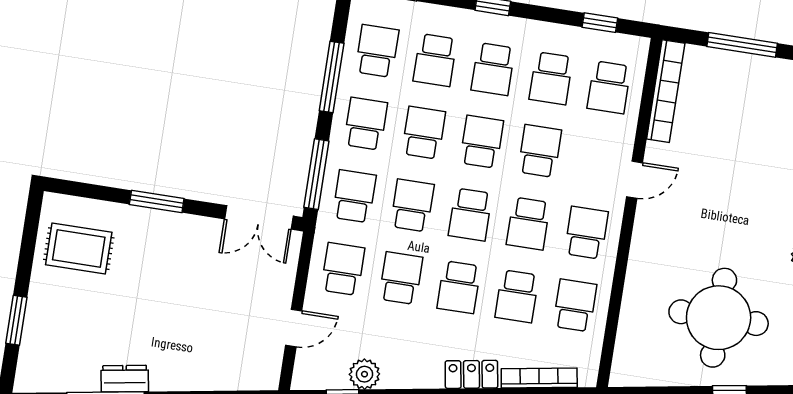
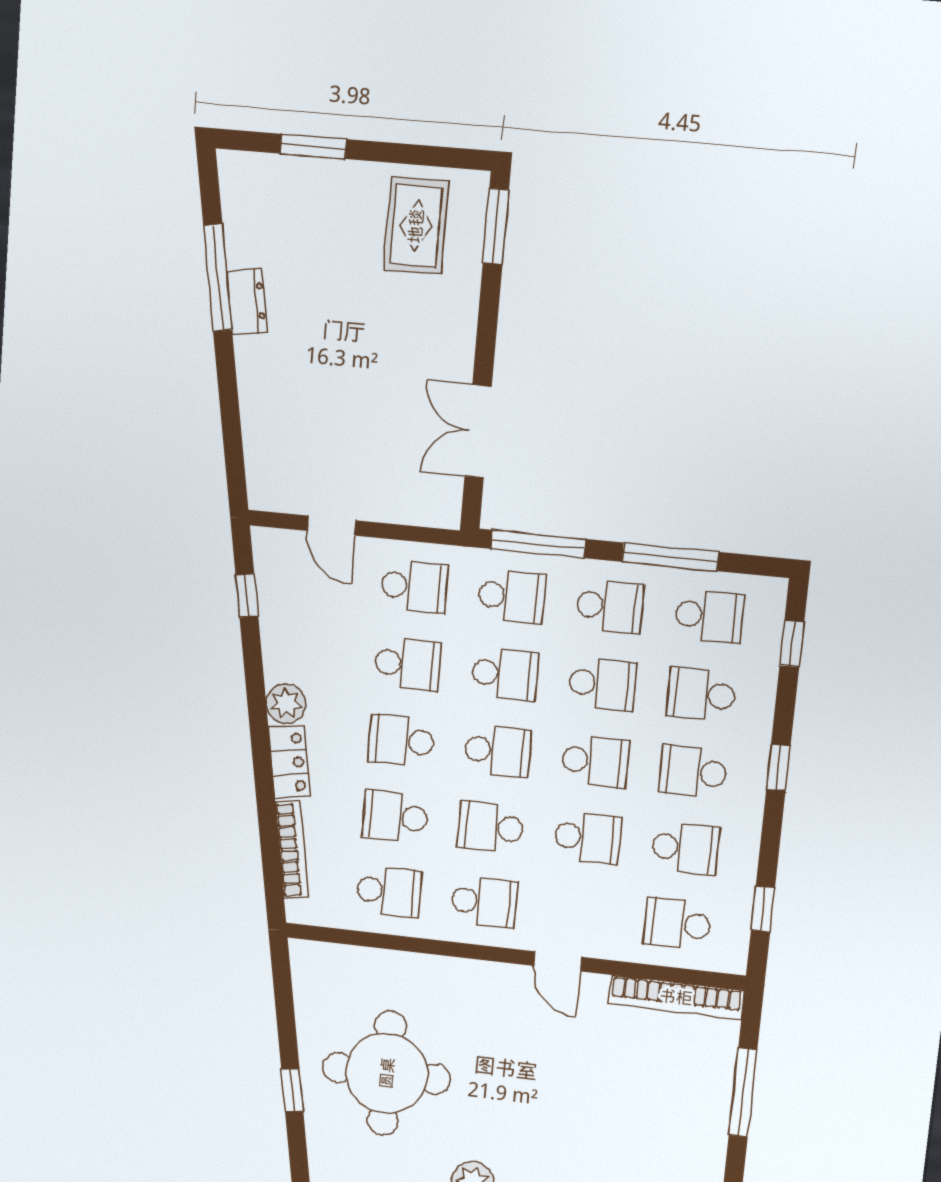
school desk: (551, 78) -> (685, 848), turned 180
window: (157, 201) -> (496, 226), moved
school desk: (470, 214) -> (498, 751), turned 180
double door: (259, 217) -> (478, 431), moved
plant: (364, 374) -> (286, 704), moved

